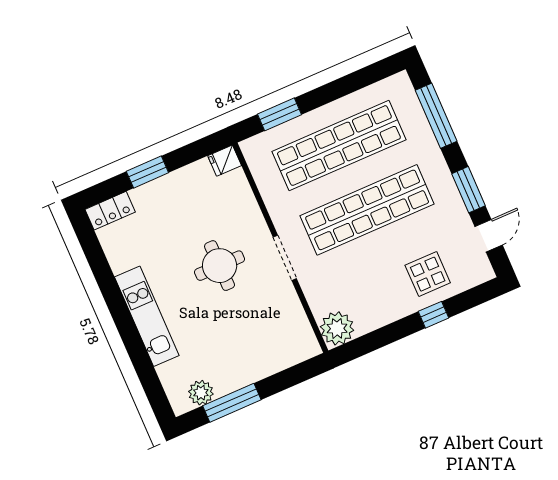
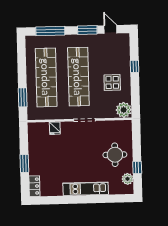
fridge: (225, 161) -> (55, 128), moved
round table: (220, 266) -> (115, 155), moved
display table: (428, 274) -> (112, 82), moved
window: (232, 403) -> (137, 167), width x0.46

